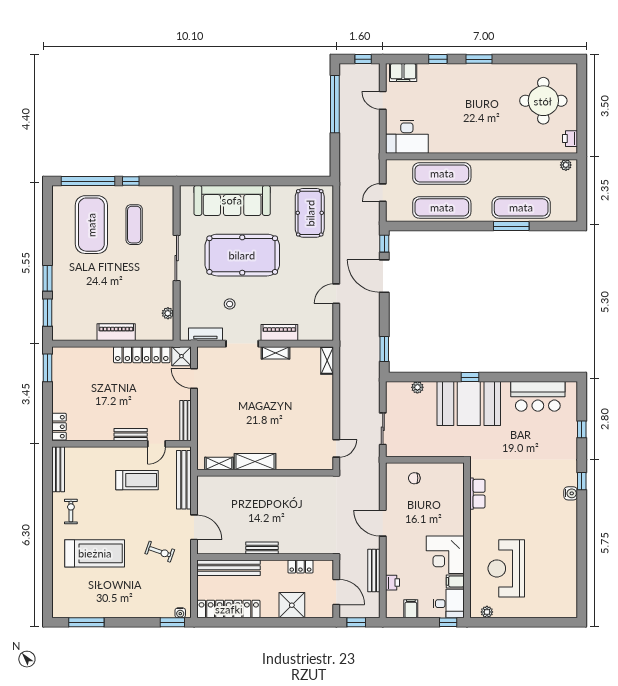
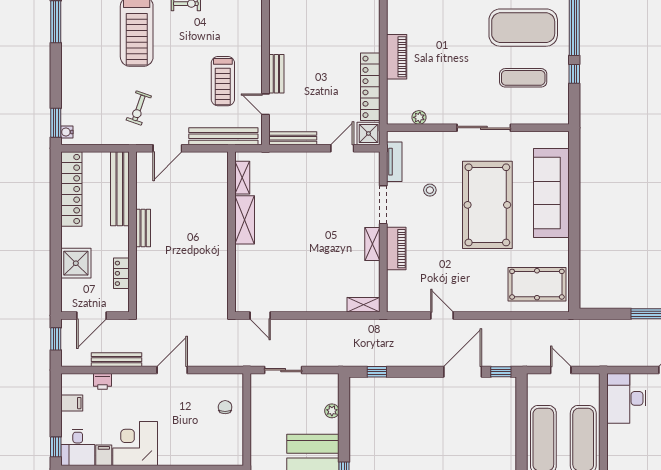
window: (384, 349) -> (377, 372), width x0.67

